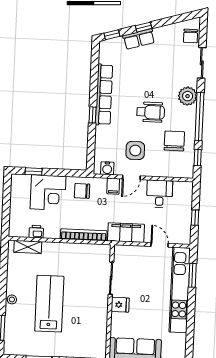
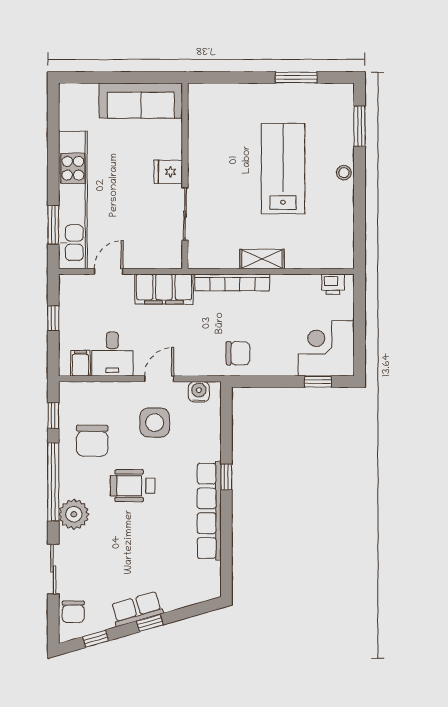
window: (112, 35) -> (95, 639), moved
chair: (191, 36) -> (73, 612), turned 180
row of seats: (139, 39) -> (137, 609), moved
filing cabinet: (113, 186) -> (80, 363), moved
corner desk: (48, 193) -> (326, 348), moved
printer: (36, 232) -> (333, 284), moved
door: (160, 245) -> (109, 271), swing flipped
shelving: (28, 247) -> (262, 259), moved
lab bench: (49, 304) -> (283, 169), turned 180

